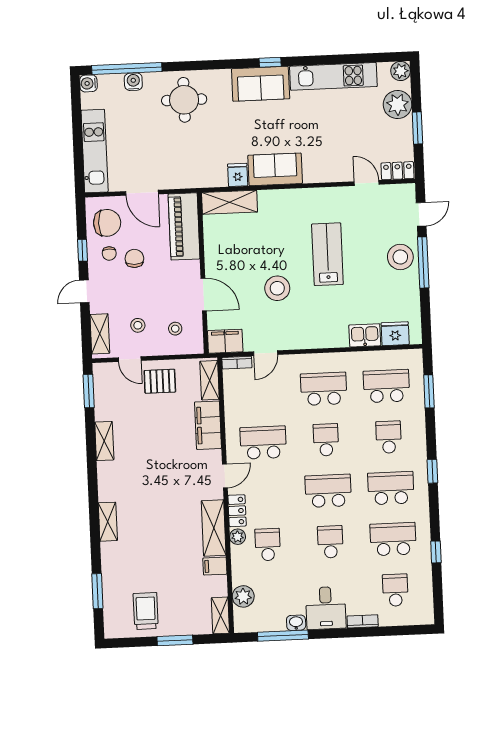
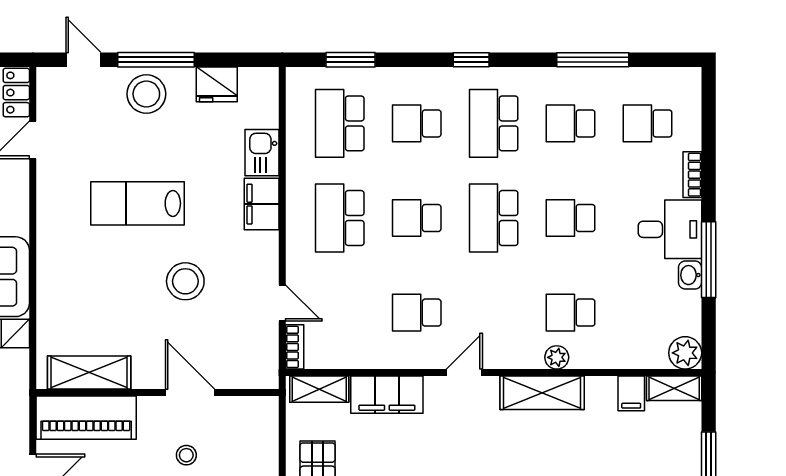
shelving: (229, 202) -> (89, 372), moved, turned 90
door: (204, 295) -> (190, 392), hinge flipped
stool: (175, 329) -> (186, 455), moved
fridge: (395, 334) -> (217, 84), moved, turned -90
filing cabinet: (225, 341) -> (262, 204), moved
school desk: (263, 443) -> (417, 313), width x0.54
door: (225, 476) -> (464, 373), hinge flipped
locker: (237, 511) -> (517, 356), removed
school desk: (393, 539) -> (571, 123), width x0.54
window: (436, 552) -> (593, 60), width x2.17
filing cabinet: (215, 566) -> (631, 393), moved
plant: (243, 596) -> (685, 353), moved
window: (283, 636) -> (709, 260), moved

